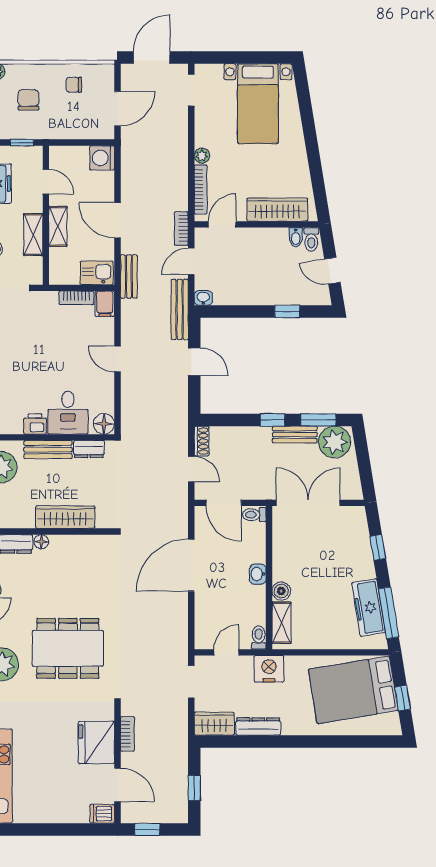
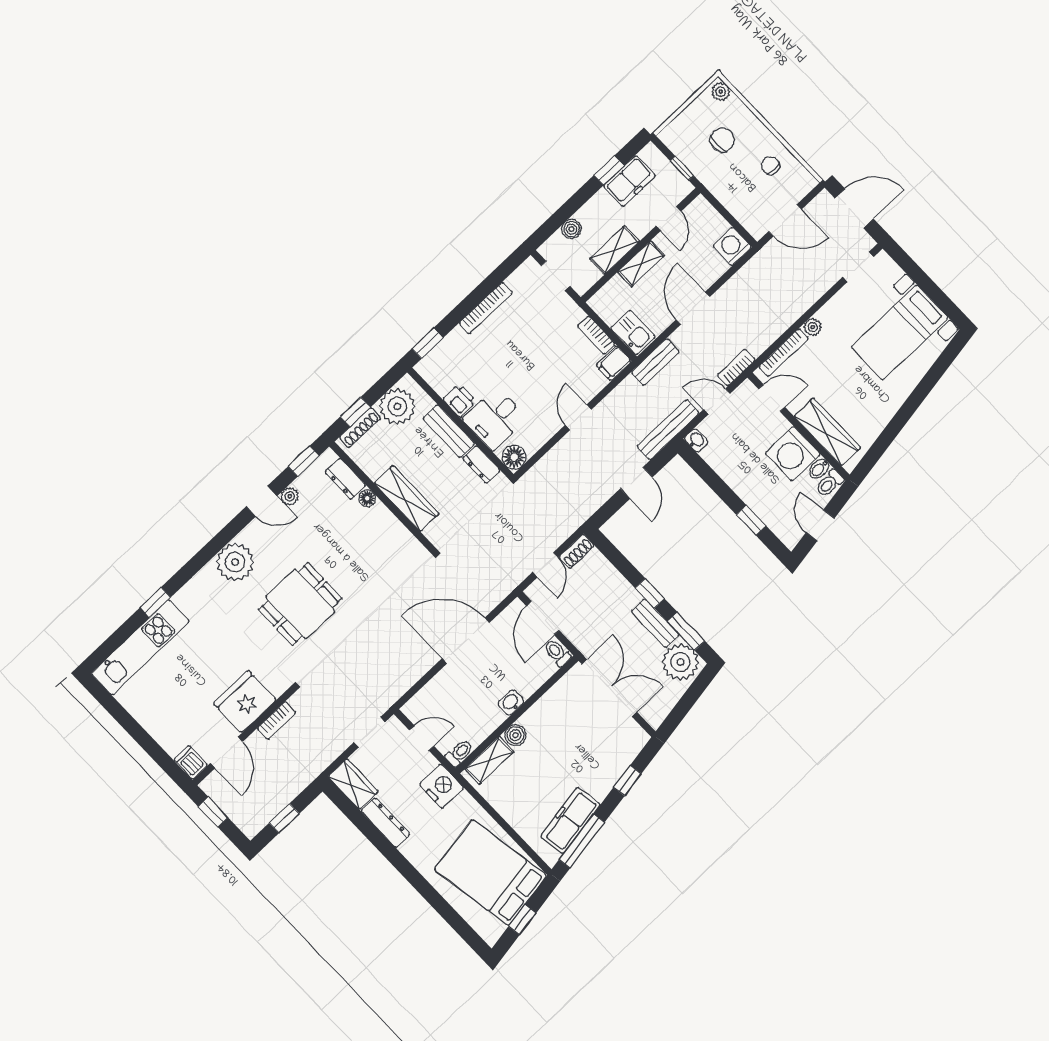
washing machine: (270, 245) -> (793, 454), added
dining table: (68, 648) -> (300, 604), width x0.73

